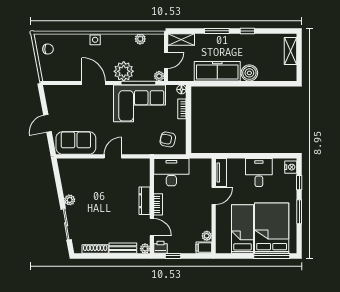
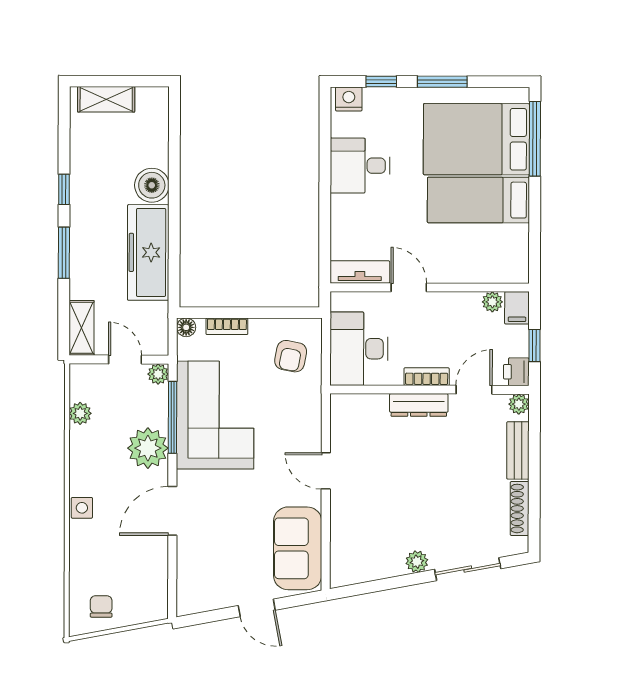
tv unit: (221, 172) -> (360, 272), moved
door: (214, 196) -> (409, 287), moved
wall: (214, 206) -> (430, 287), moved
plant: (207, 236) -> (492, 302), moved
filing cabinet: (204, 248) -> (517, 308), moved

